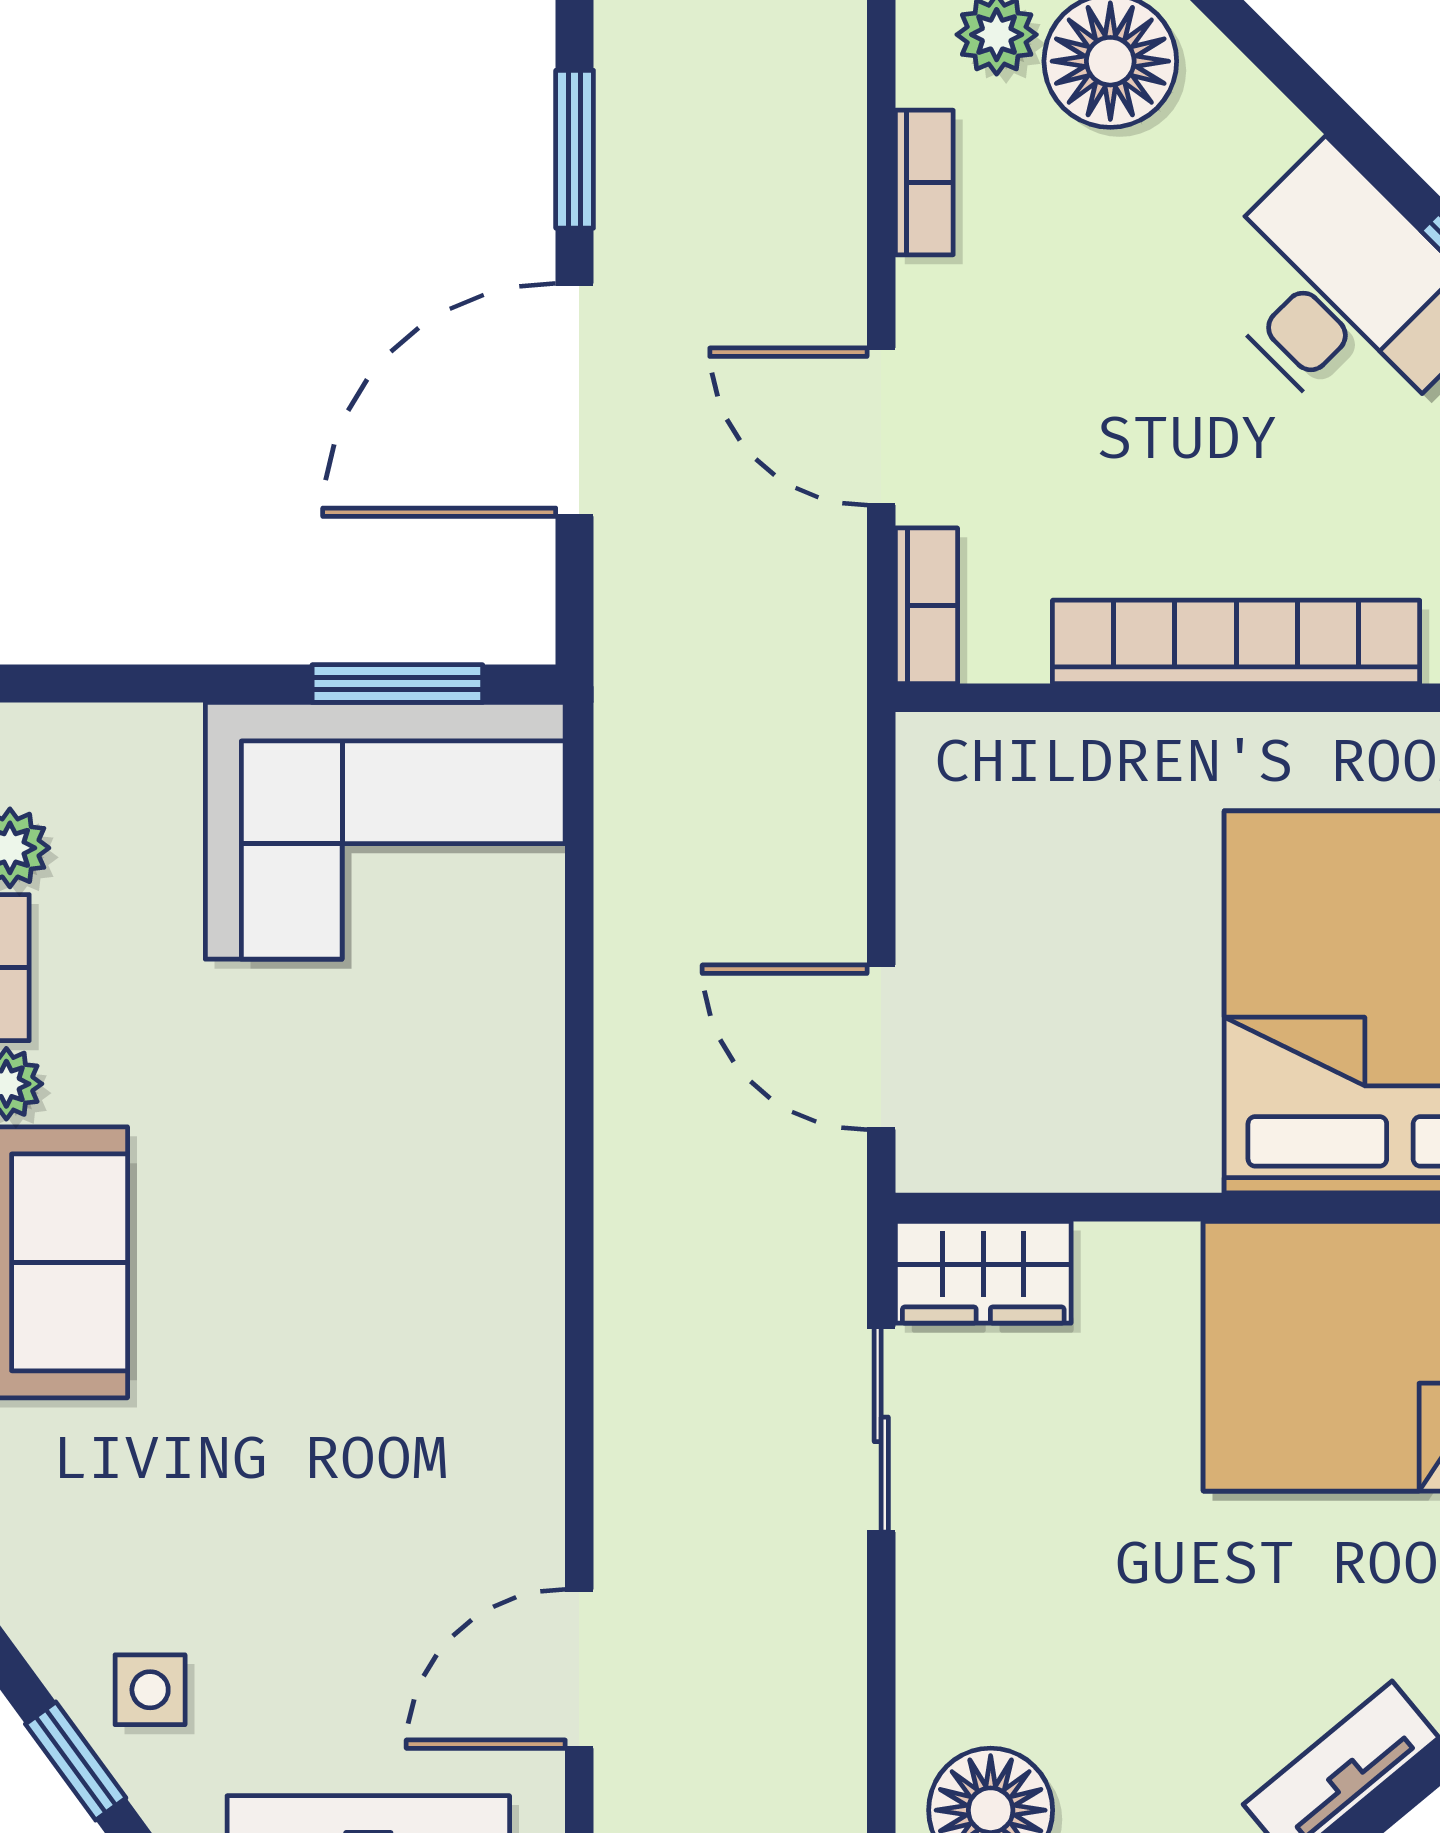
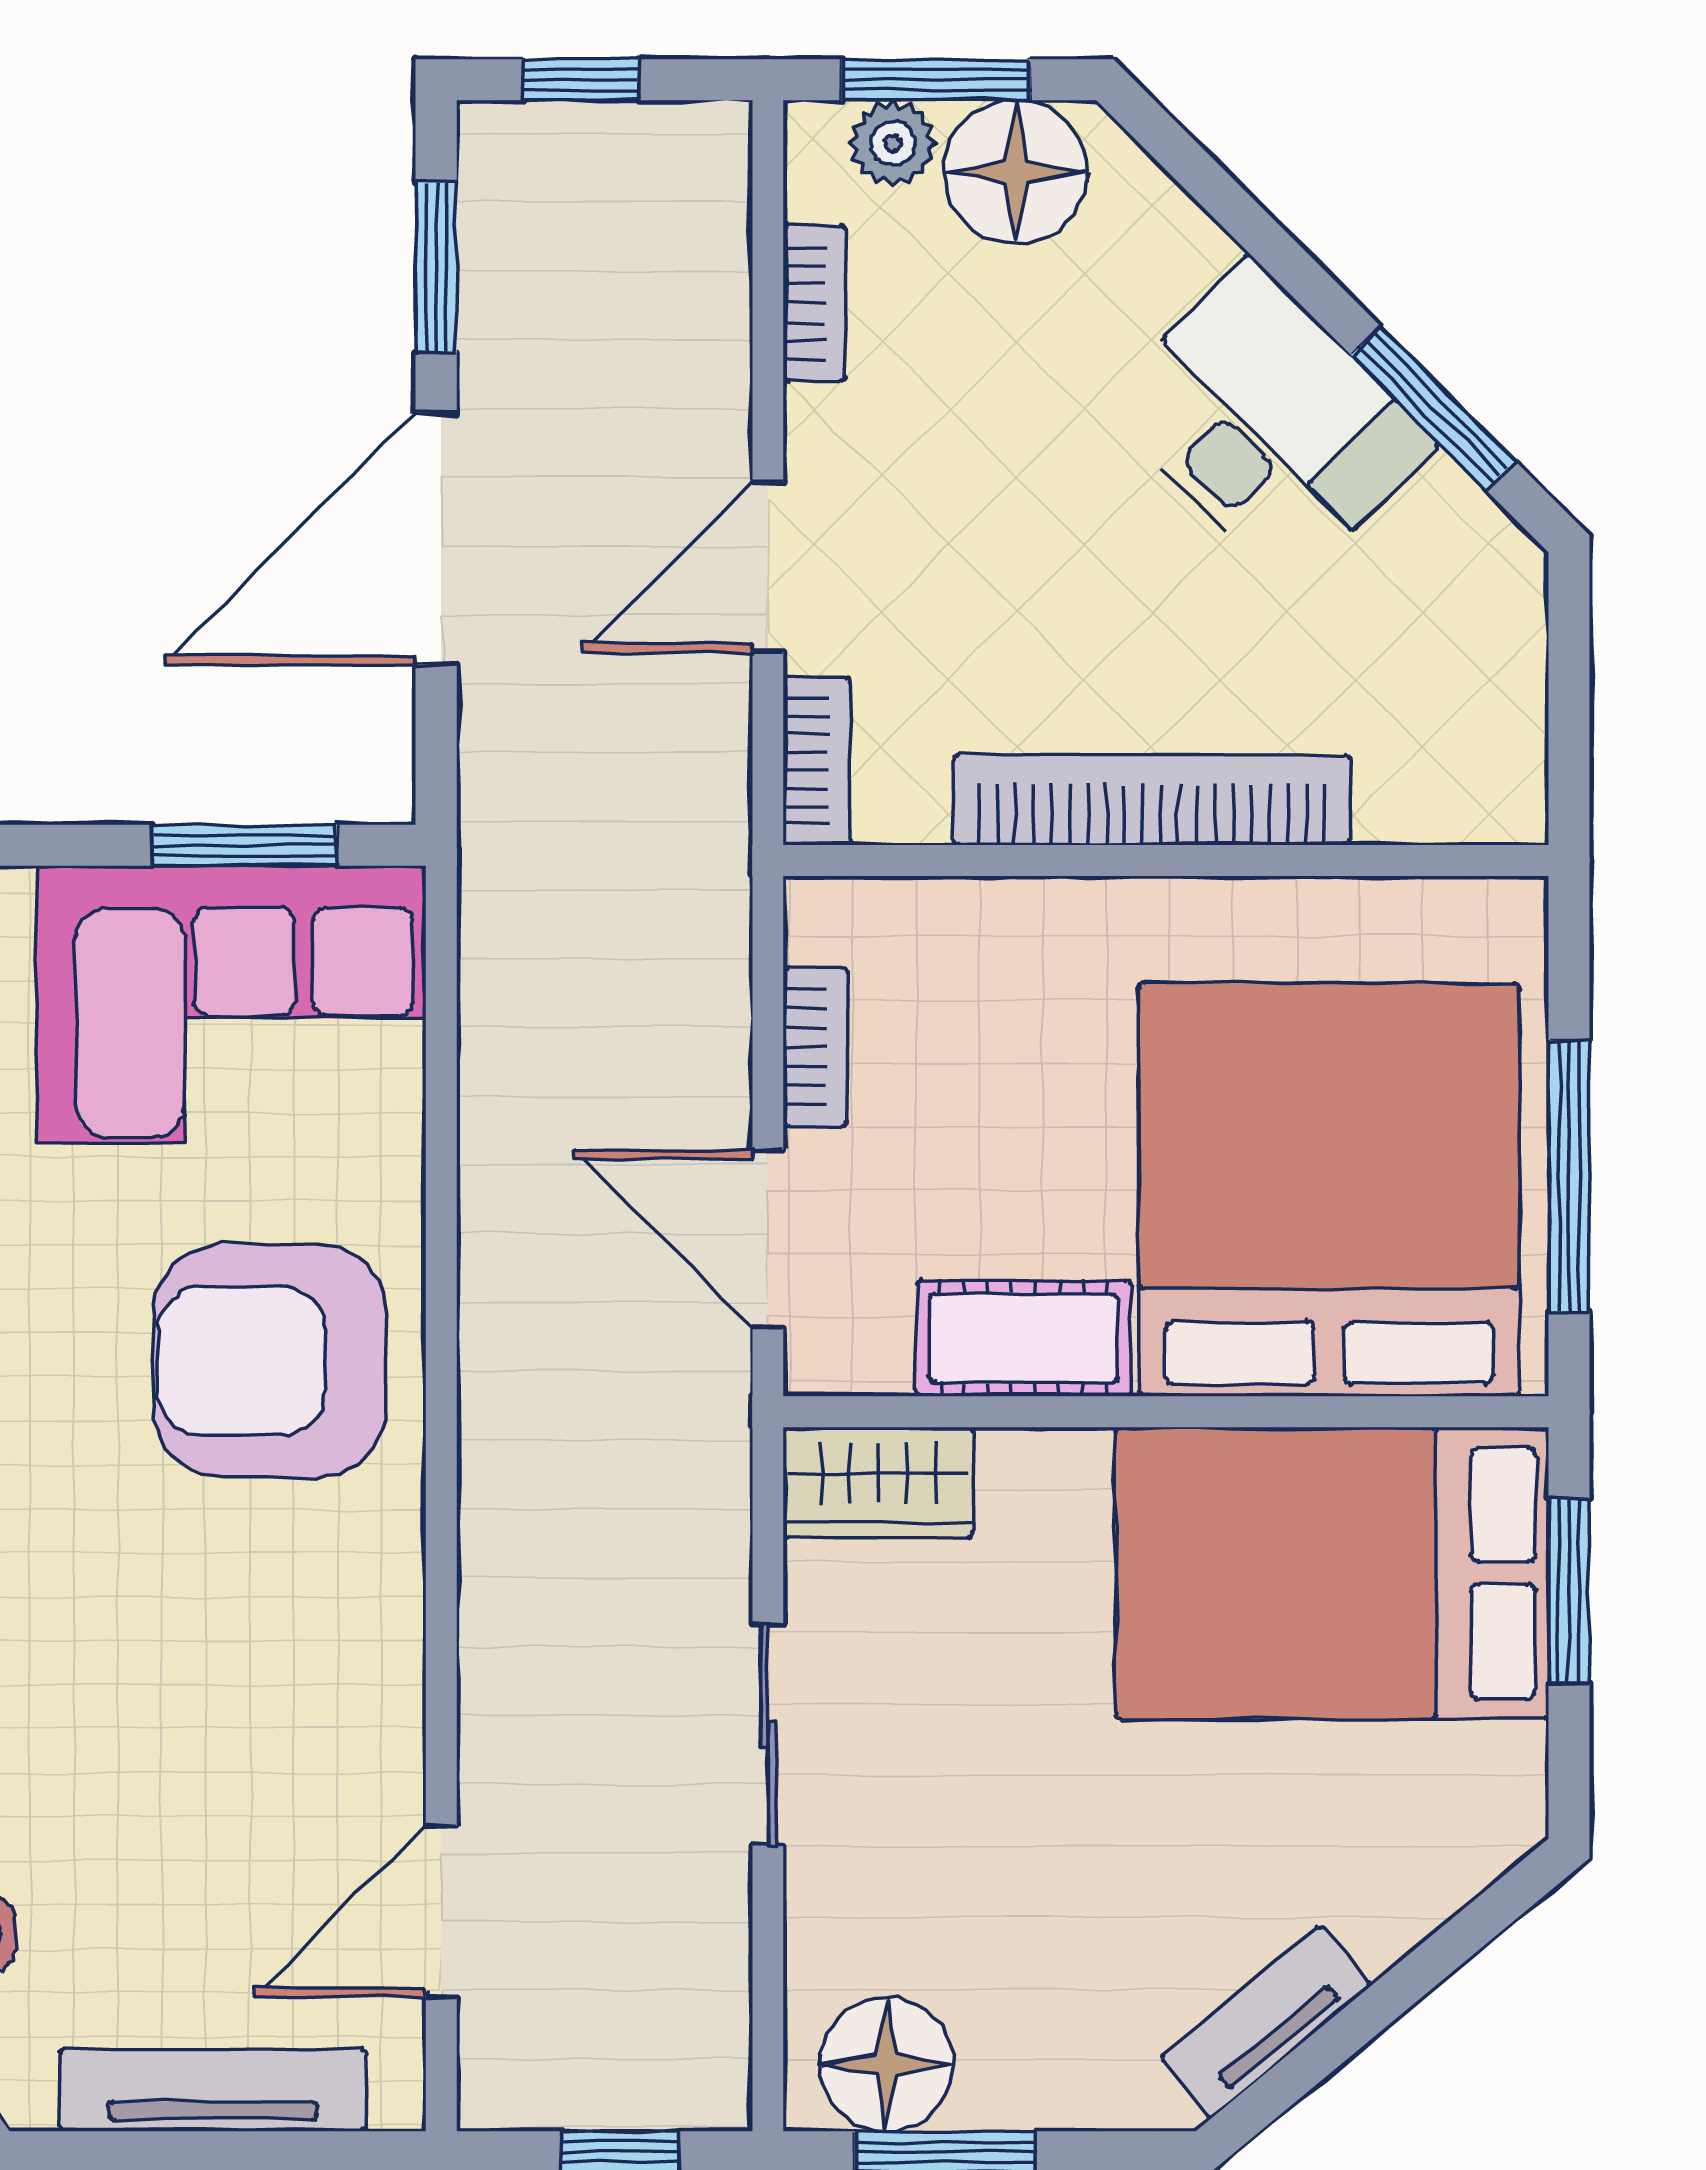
door: (881, 427) -> (768, 567), hinge flipped
bookcase: (925, 870) -> (815, 1047), added
cot: (1118, 1139) -> (1024, 1338), added
armchair: (421, 1160) -> (270, 1361), added
sliding door: (881, 1429) -> (768, 1735), moved

